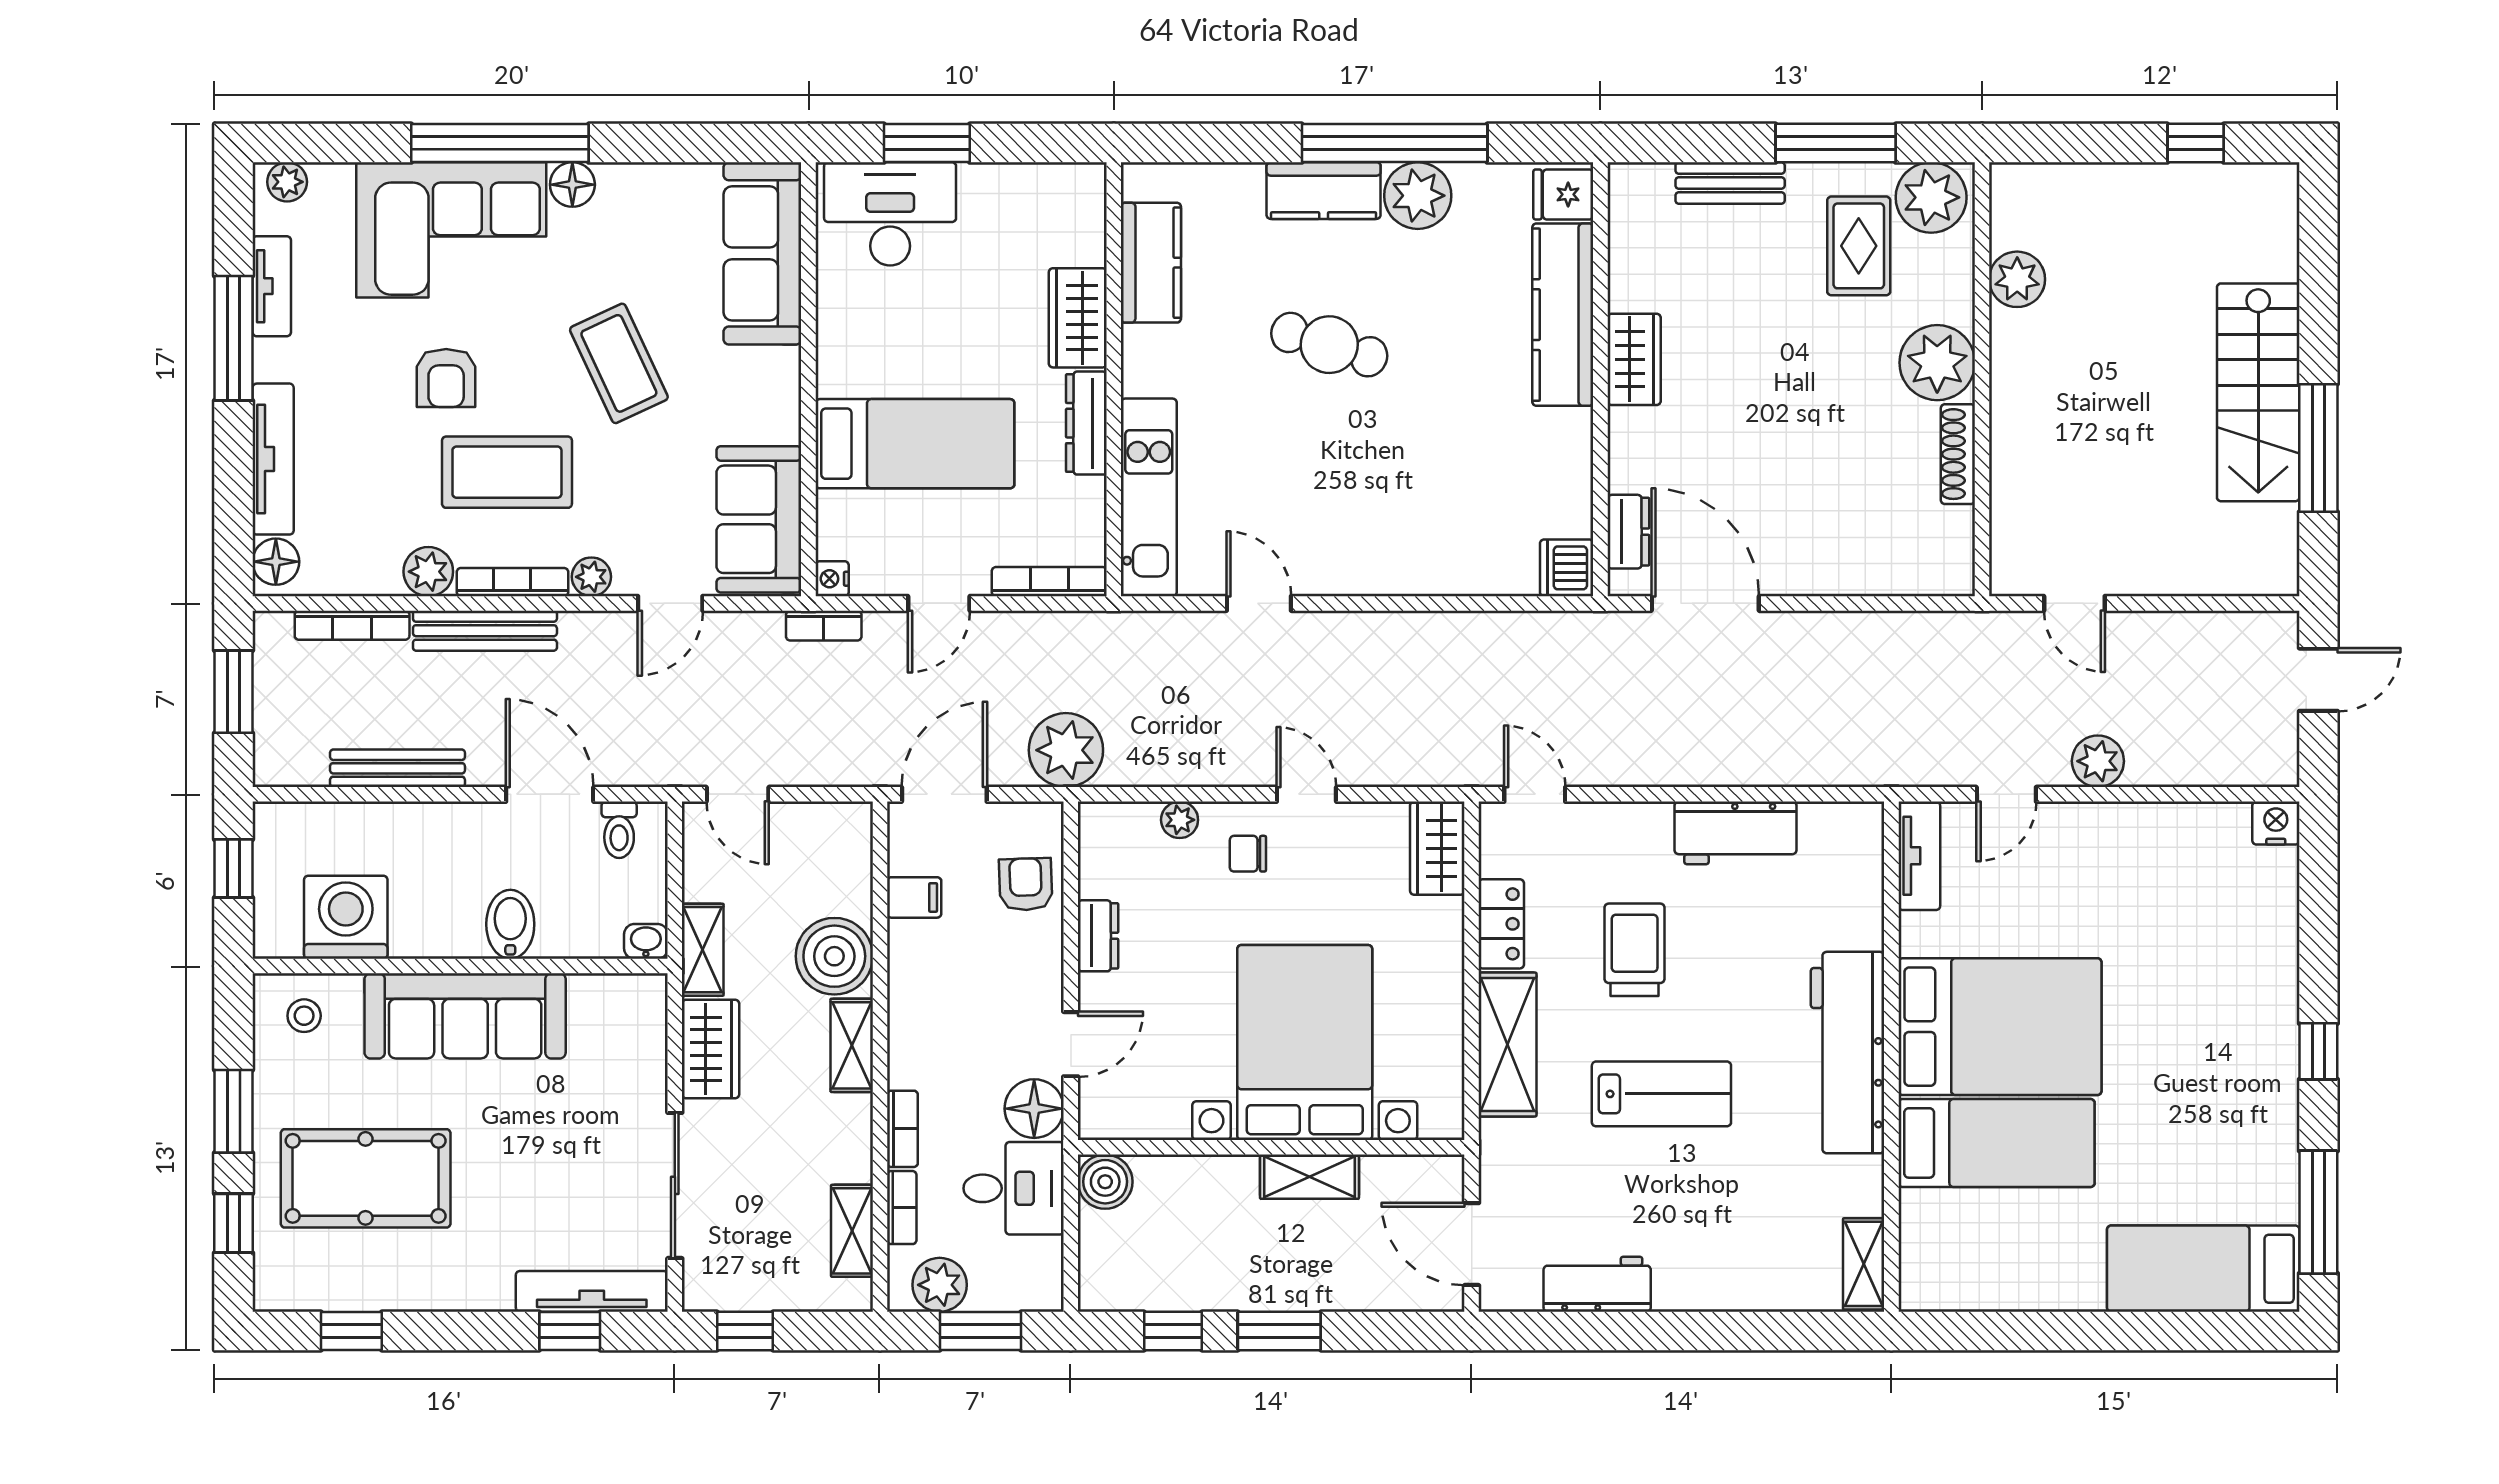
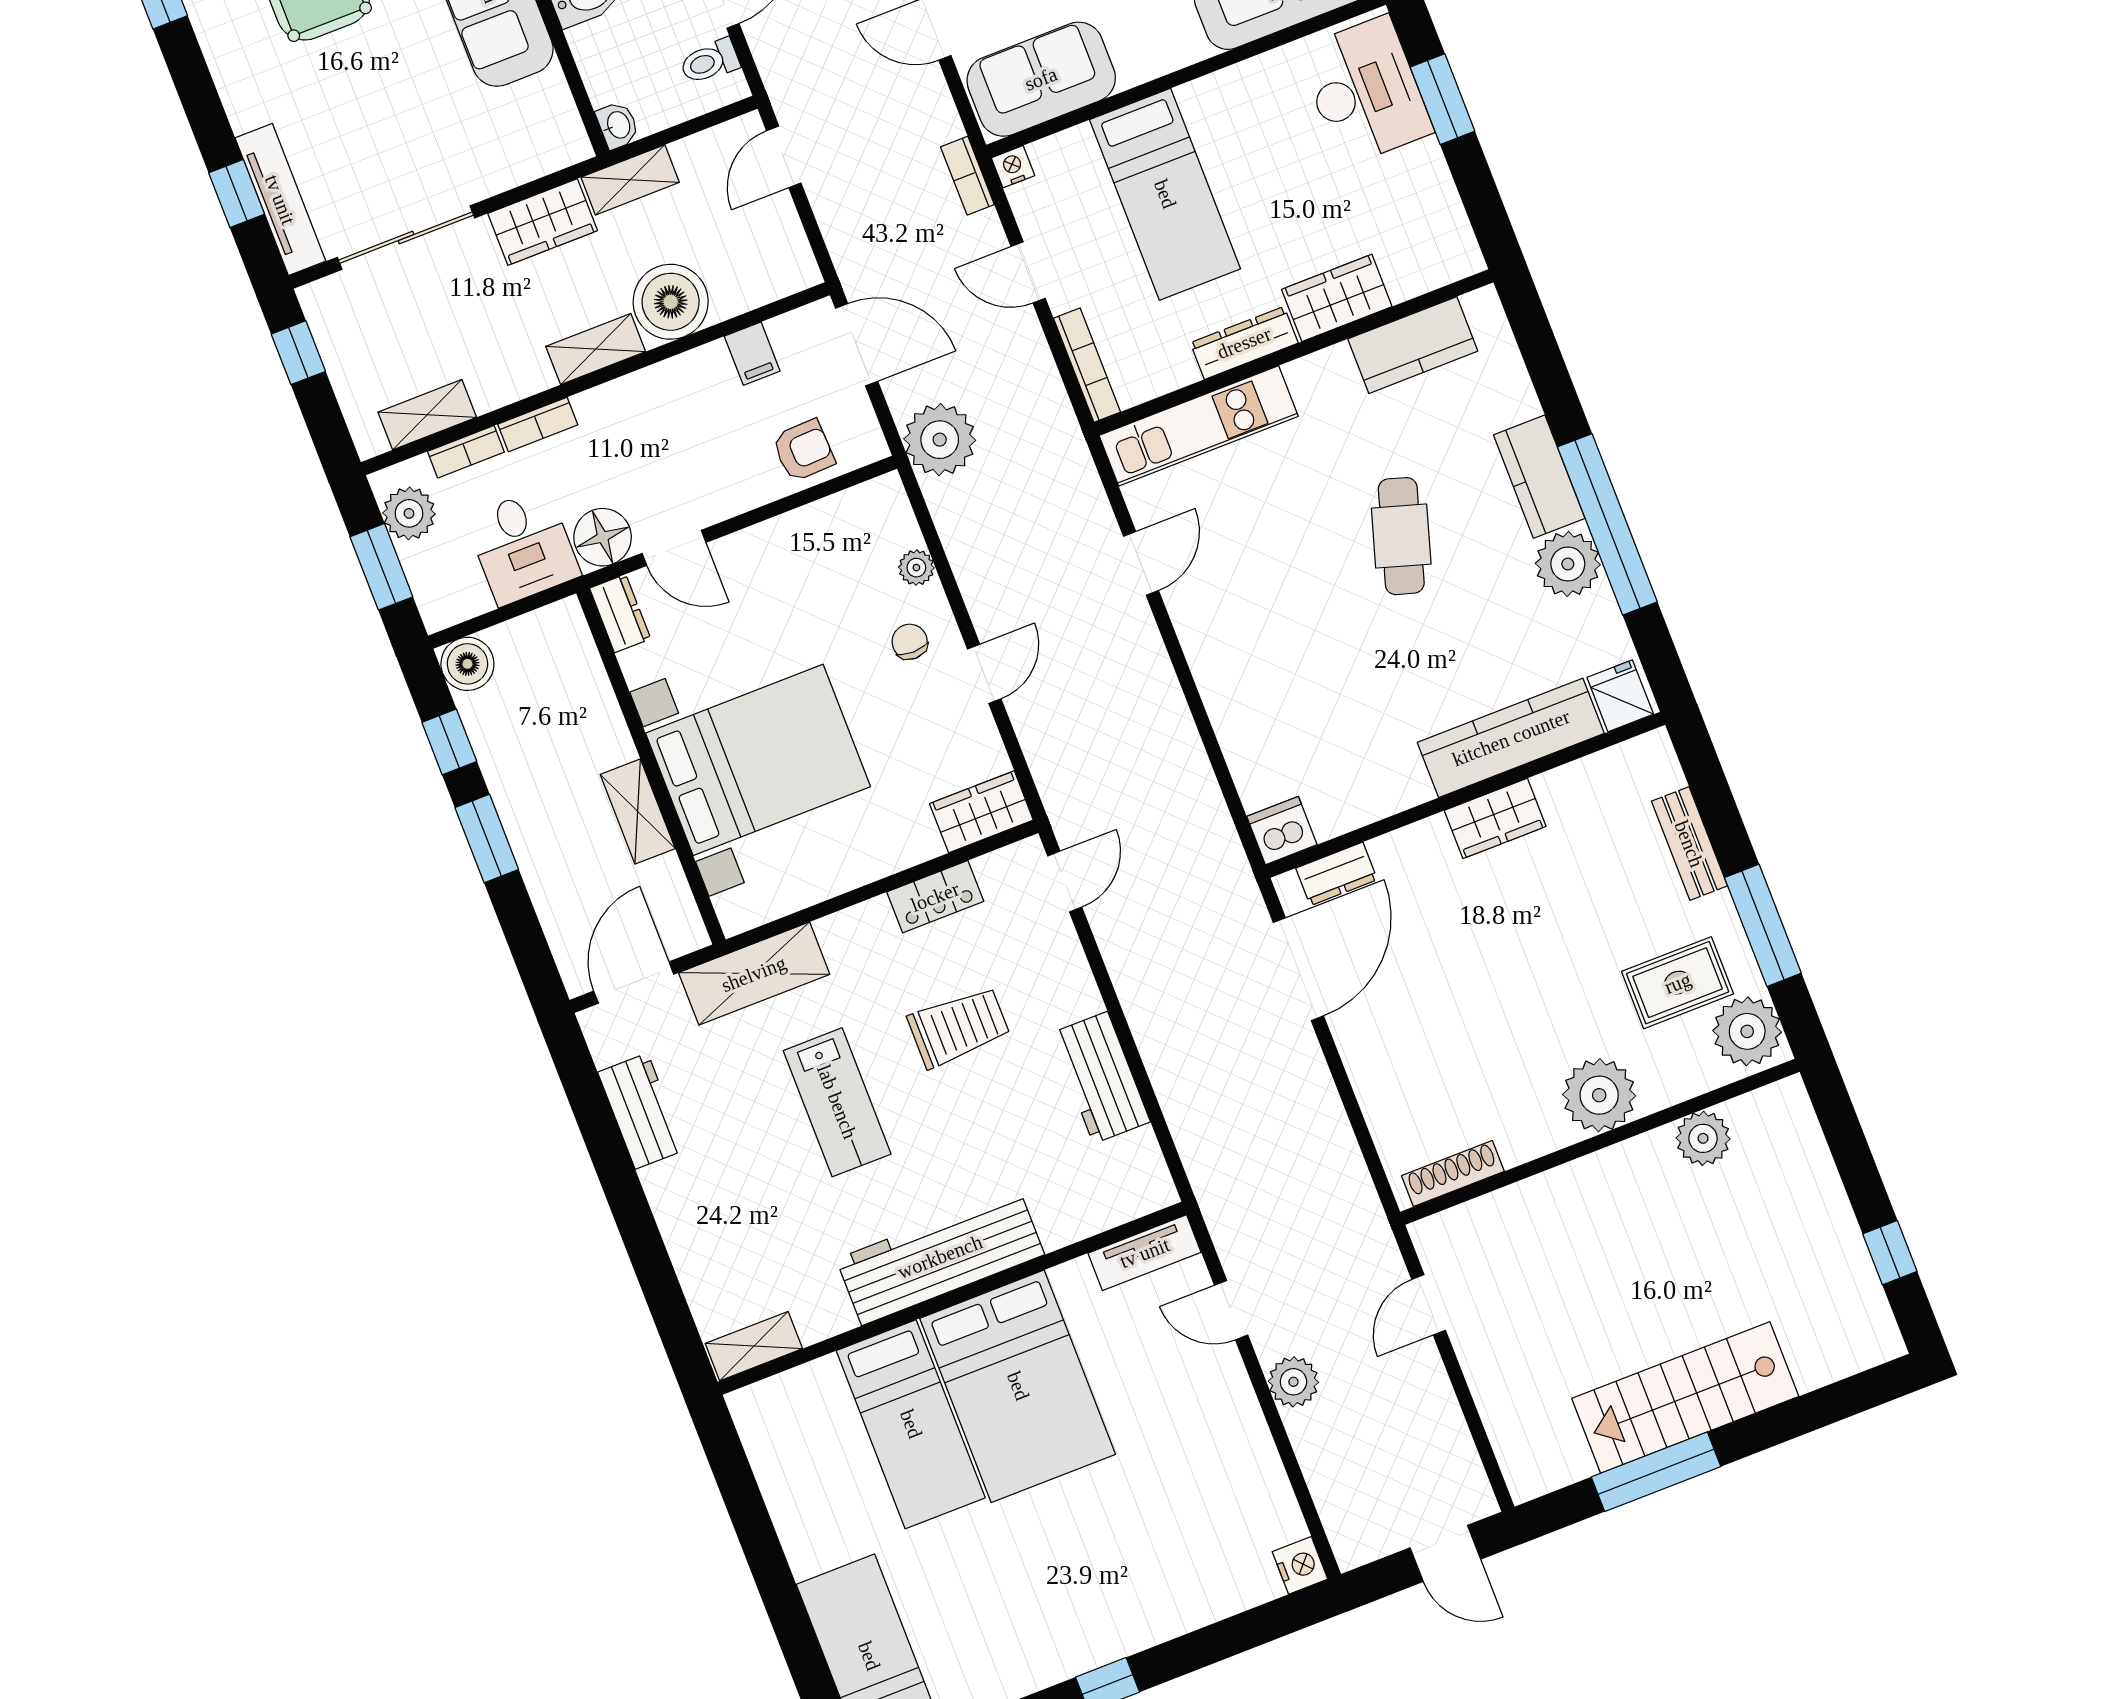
shoe rack: (1958, 454) -> (1453, 1173), moved
dresser: (1098, 936) -> (620, 613), moved, turned -90
shelving: (1508, 1045) -> (754, 974), moved
boiler: (1105, 1182) -> (467, 664), moved

